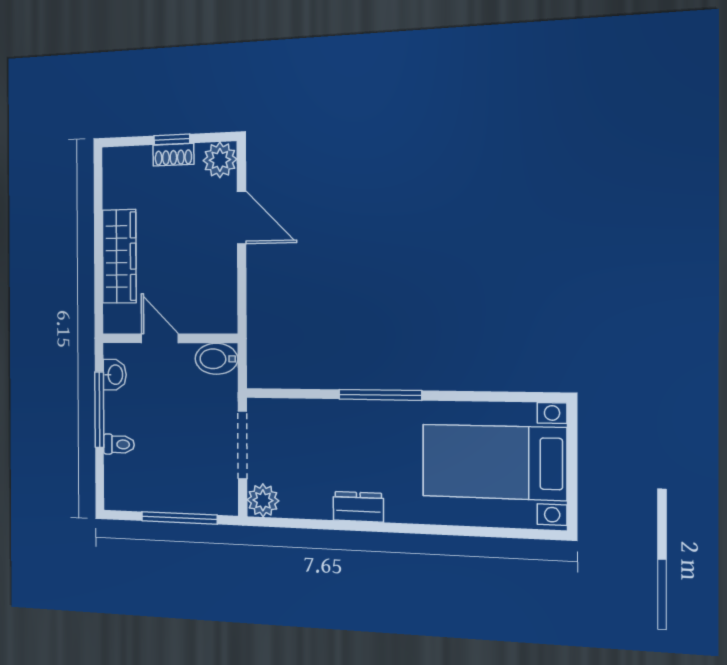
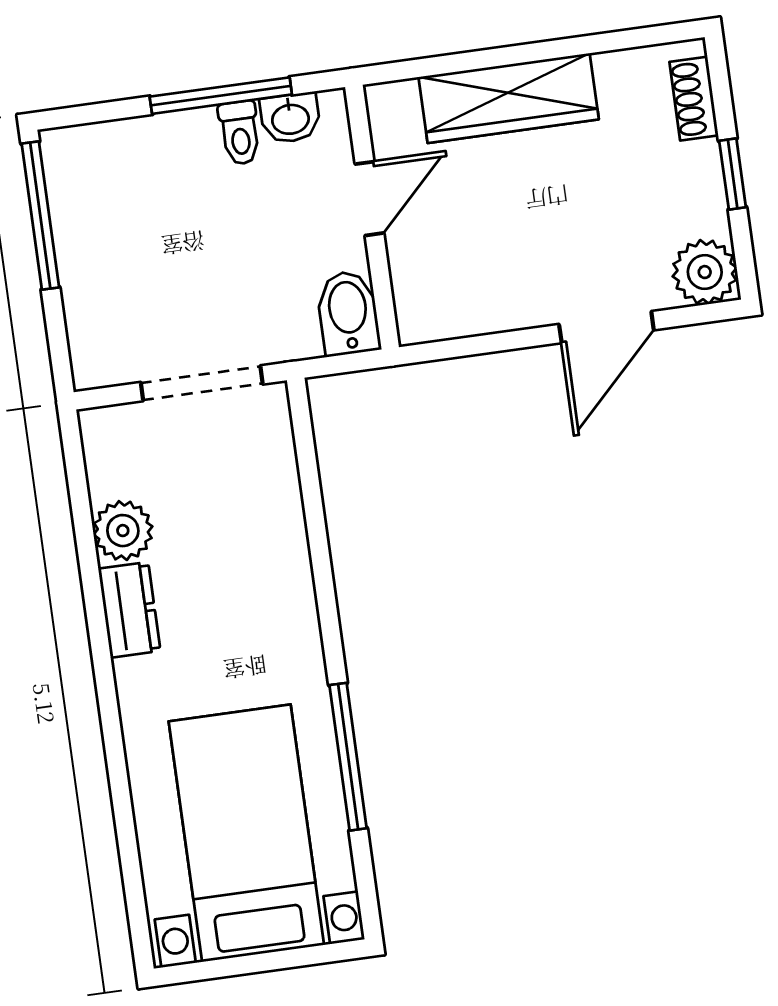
shoe rack: (173, 155) -> (694, 99), moved
window: (380, 395) -> (348, 757), moved
toilet: (119, 444) -> (240, 133), moved
plant: (263, 500) -> (123, 531), moved
window: (179, 518) -> (40, 216), moved

